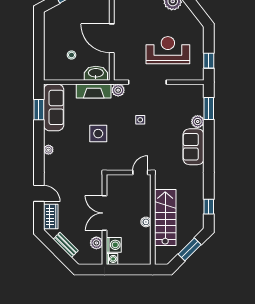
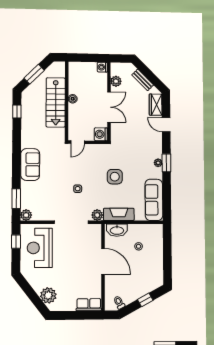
reception desk: (168, 50) -> (40, 248), moved, turned 90
window: (39, 110) -> (166, 163), moved
plant: (198, 122) -> (26, 215), moved
washing machine: (114, 245) -> (101, 134), moved

